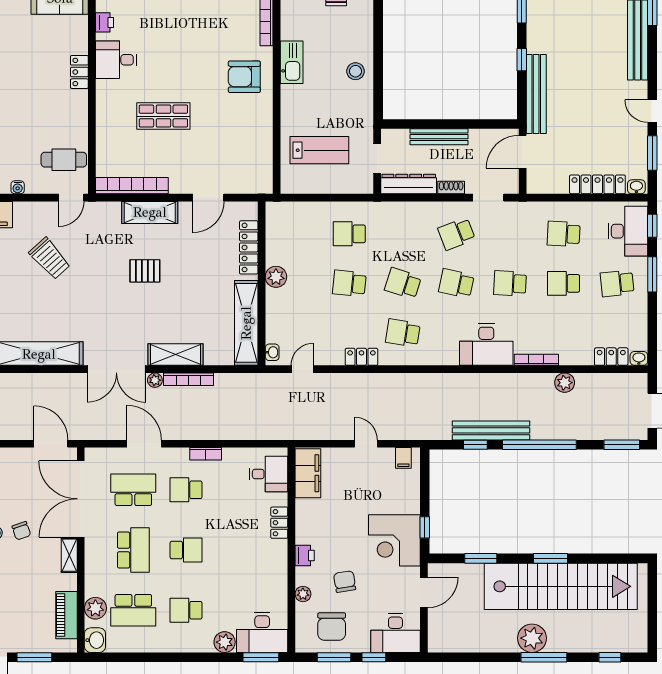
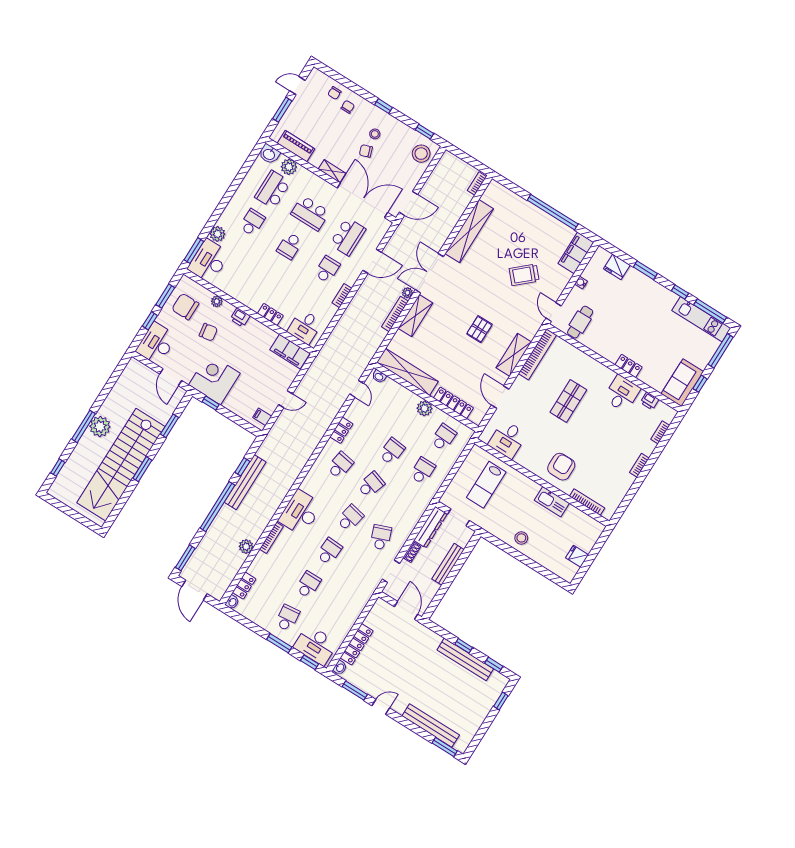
bench: (536, 94) -> (465, 659), moved
desk: (252, 159) -> (508, 439), added
school desk: (564, 234) -> (443, 437), moved

